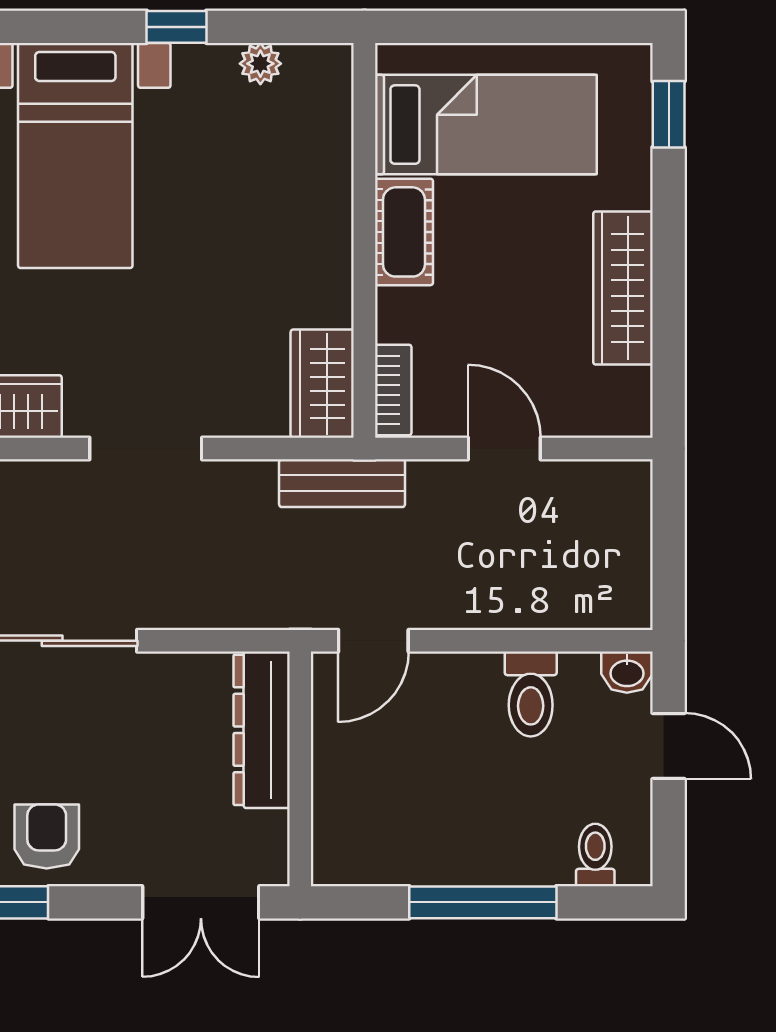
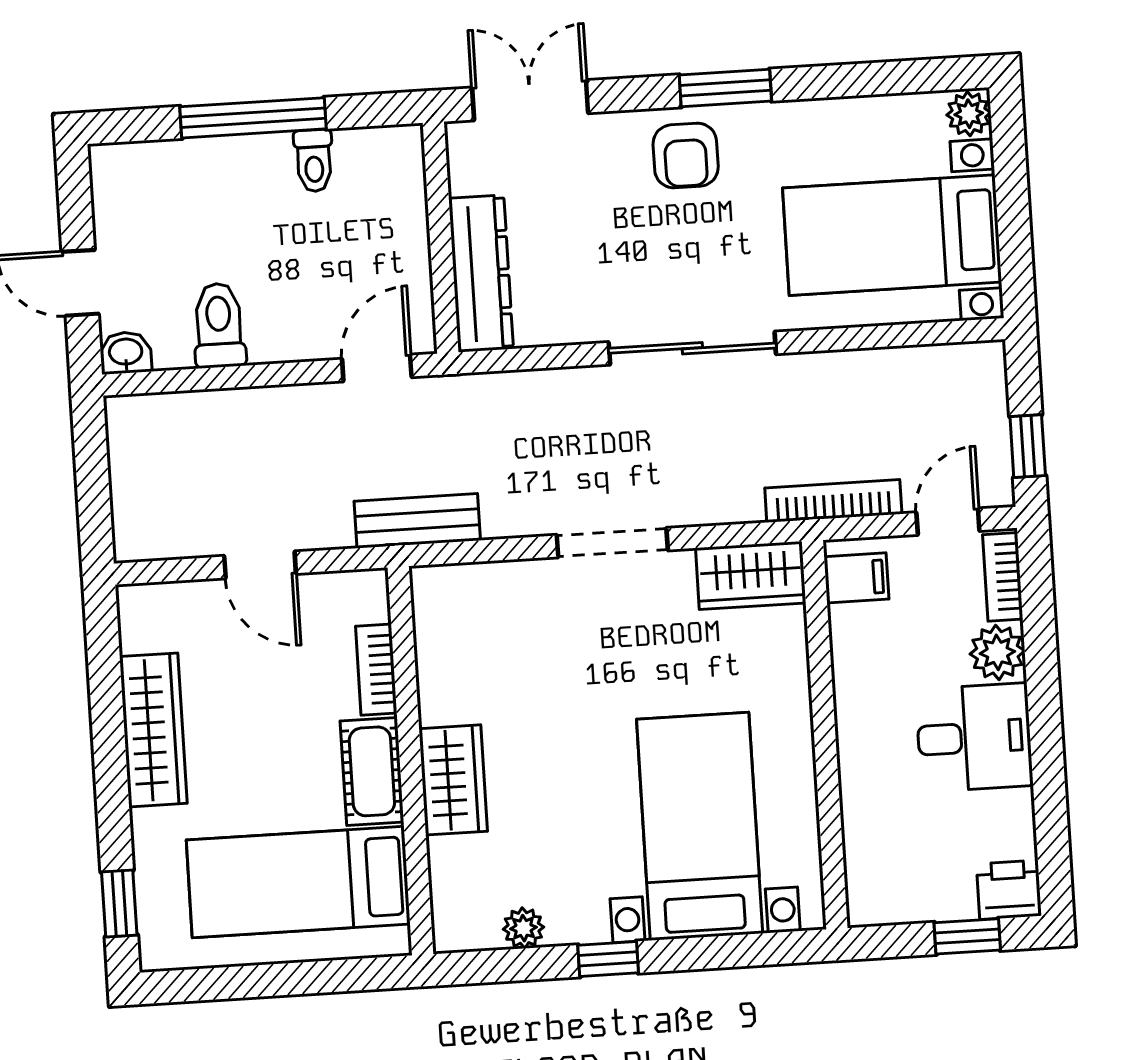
wardrobe: (322, 384) -> (453, 780), moved
bookcase: (393, 390) -> (376, 670), moved
toilet: (595, 855) -> (314, 161), moved

